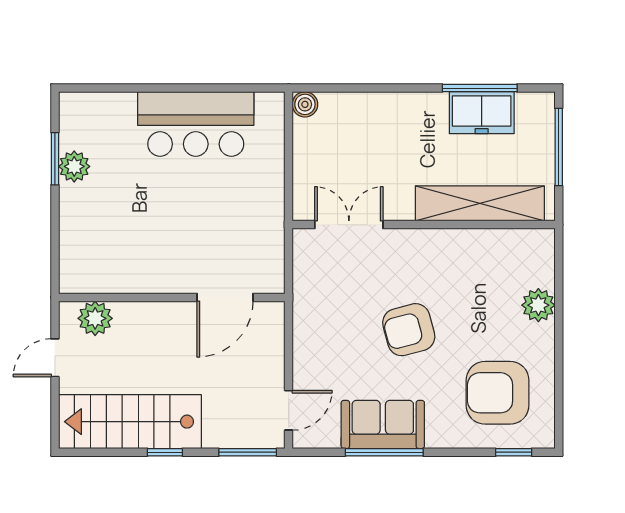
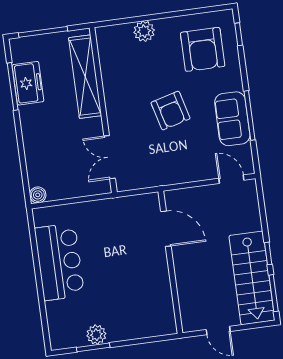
plant: (95, 318) -> (190, 309), removed
window: (248, 452) -> (274, 293), moved

